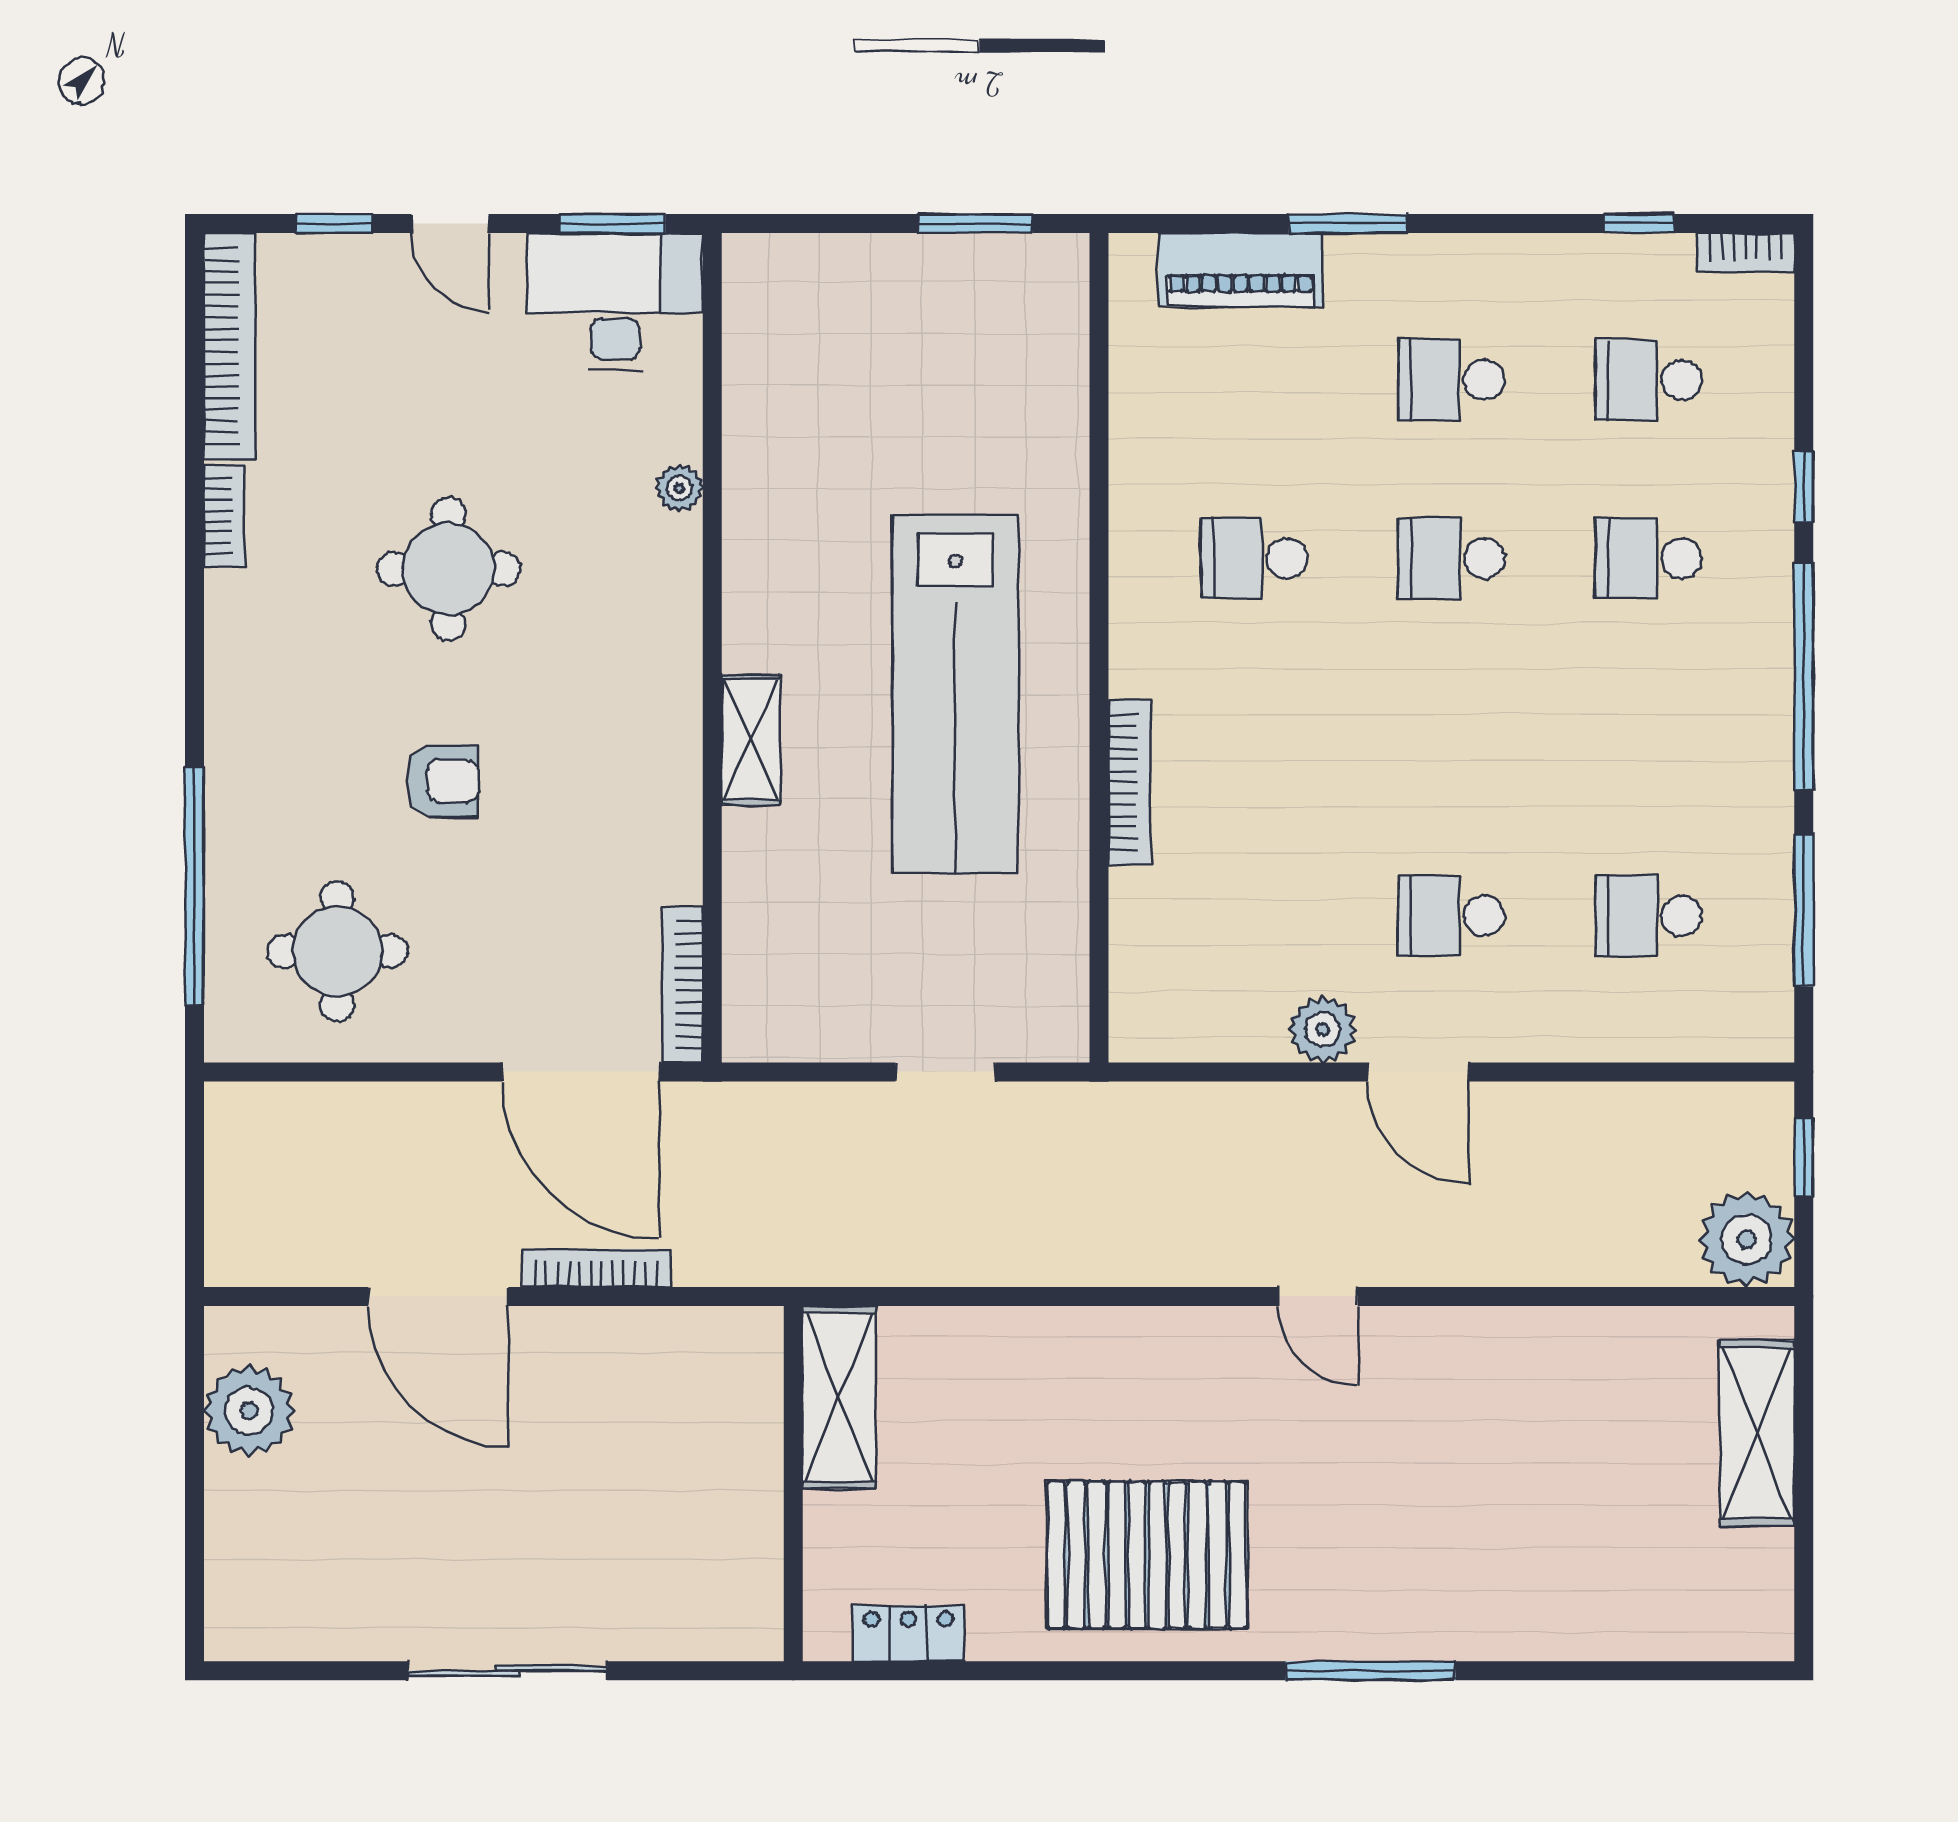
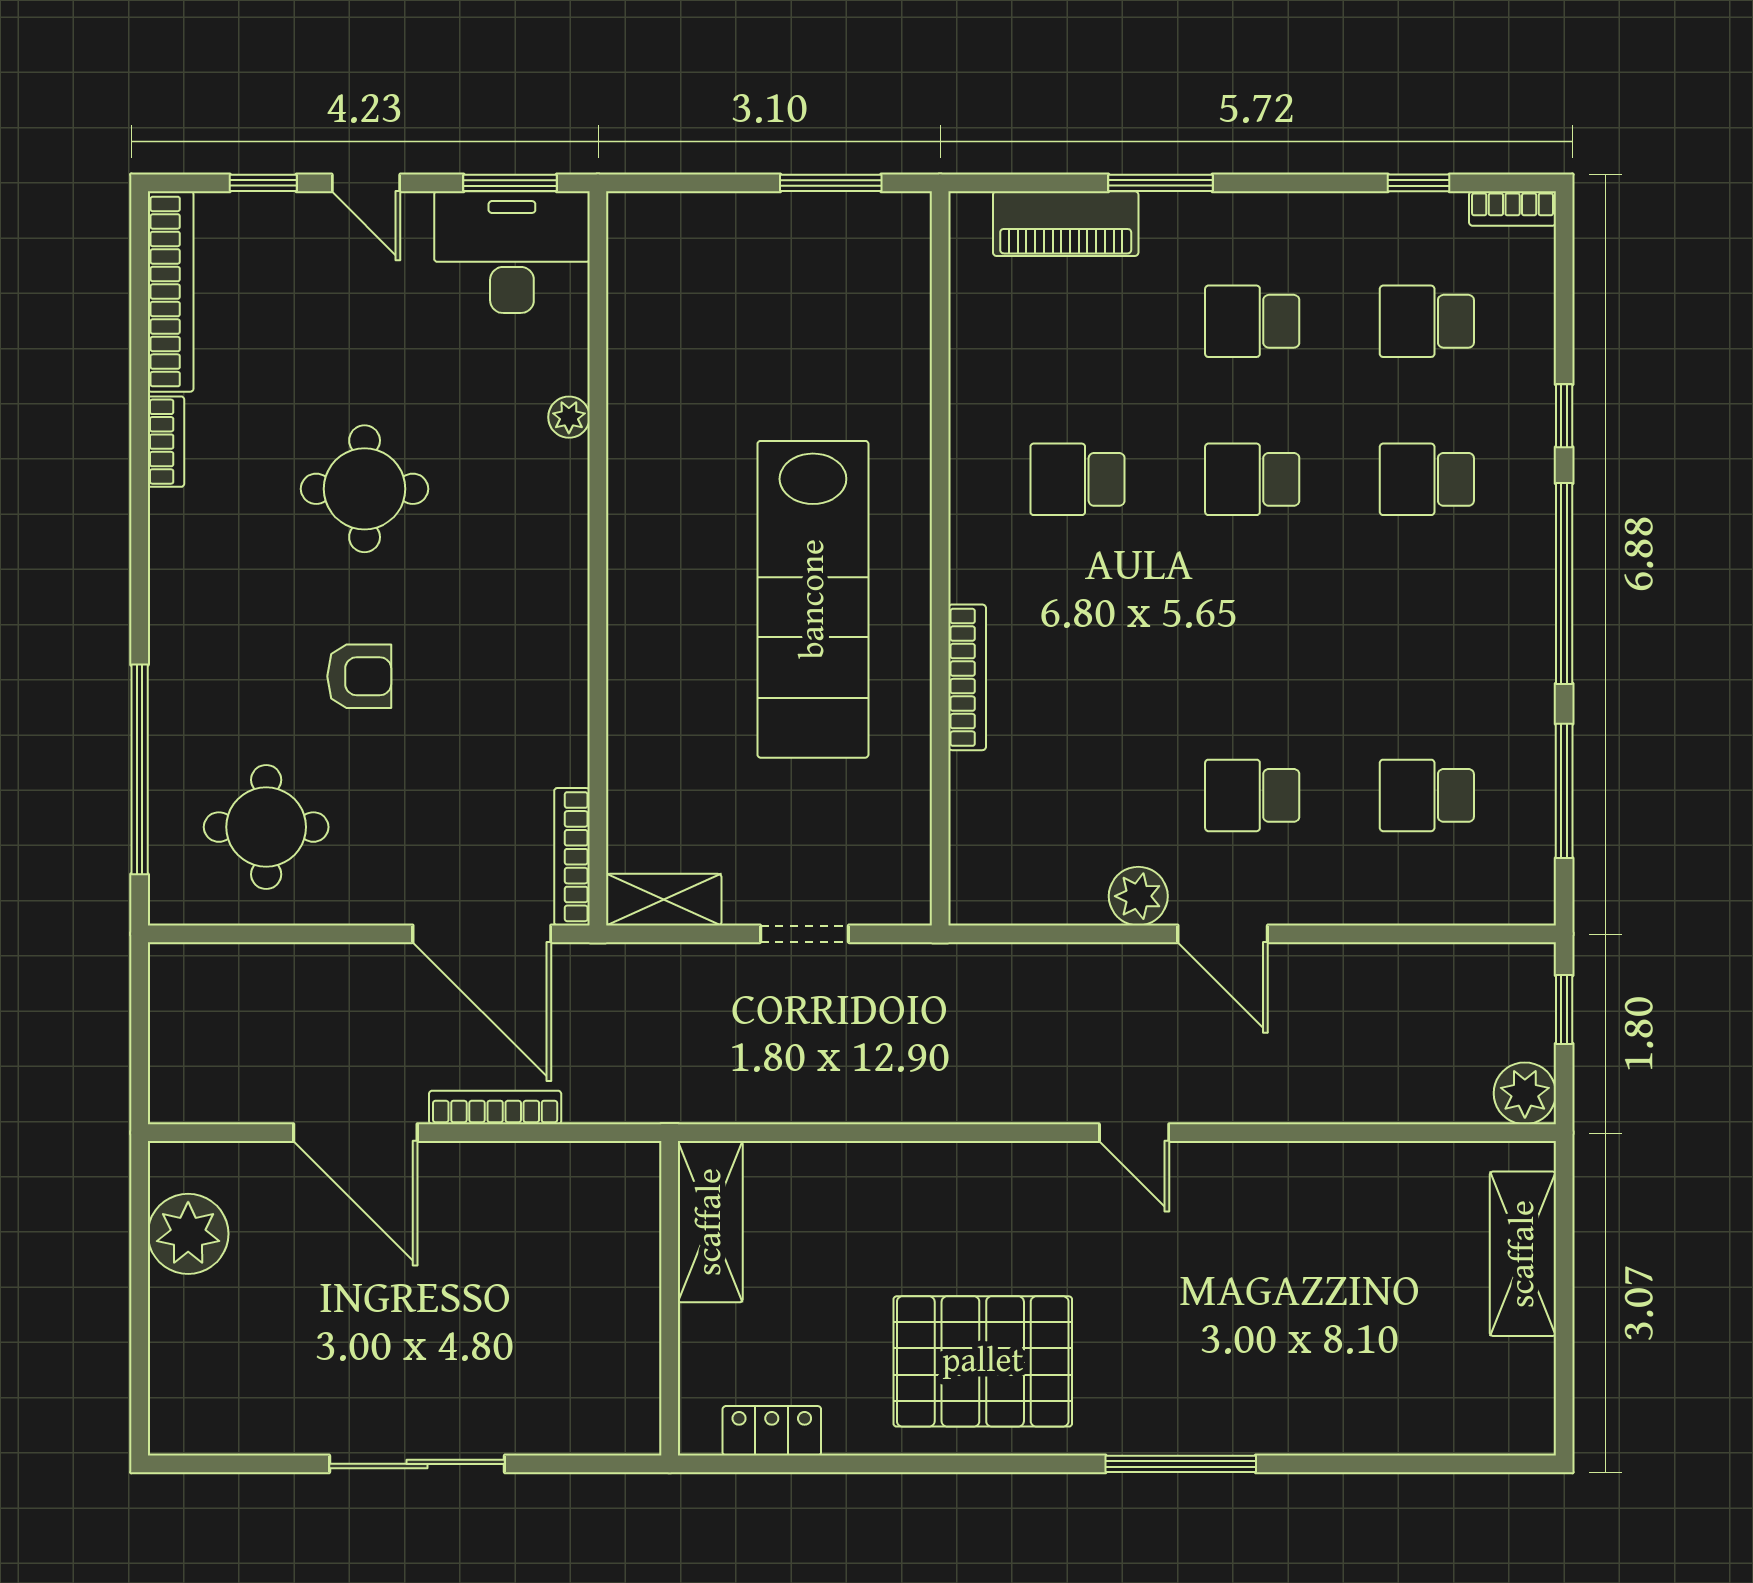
shelving: (751, 740) -> (664, 900), moved, turned 90
plant: (1747, 1239) -> (1525, 1093), width x0.73, depth x0.73

